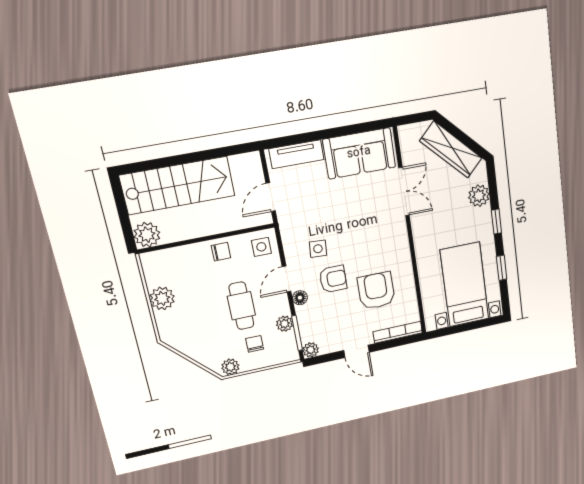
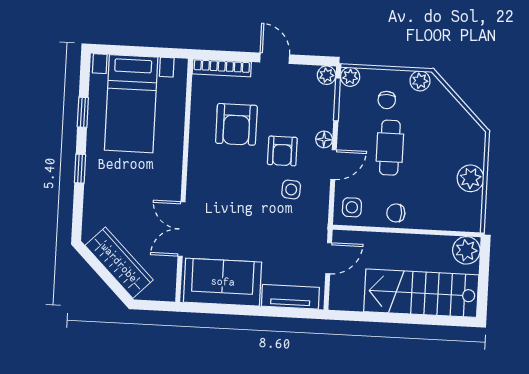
plant: (479, 196) -> (96, 204), removed
armchair: (333, 279) -> (282, 151), turned -90
plant: (285, 324) -> (350, 77), moved

